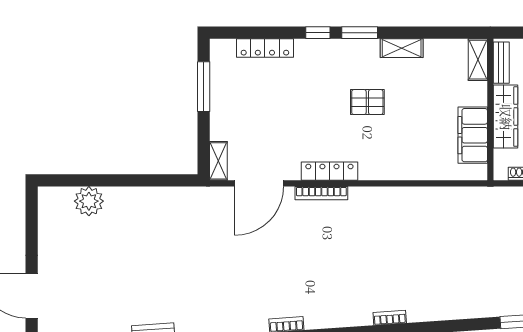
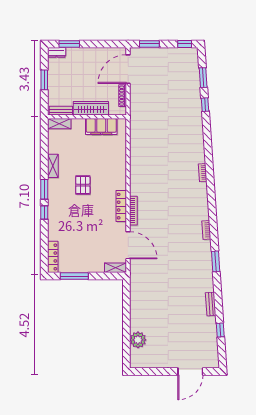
locker: (265, 48) -> (53, 257), moved

